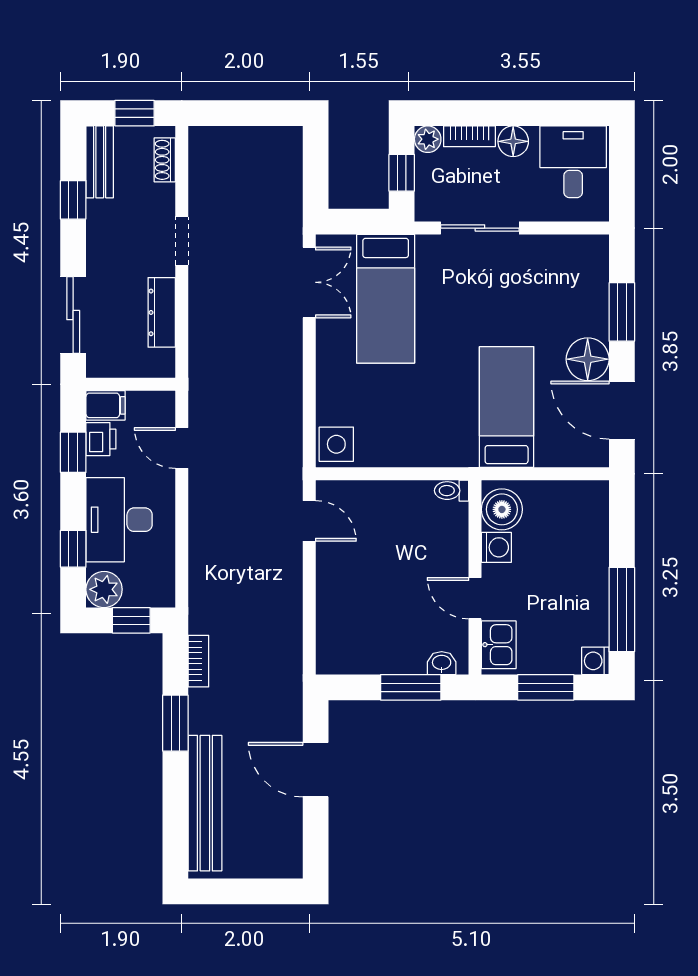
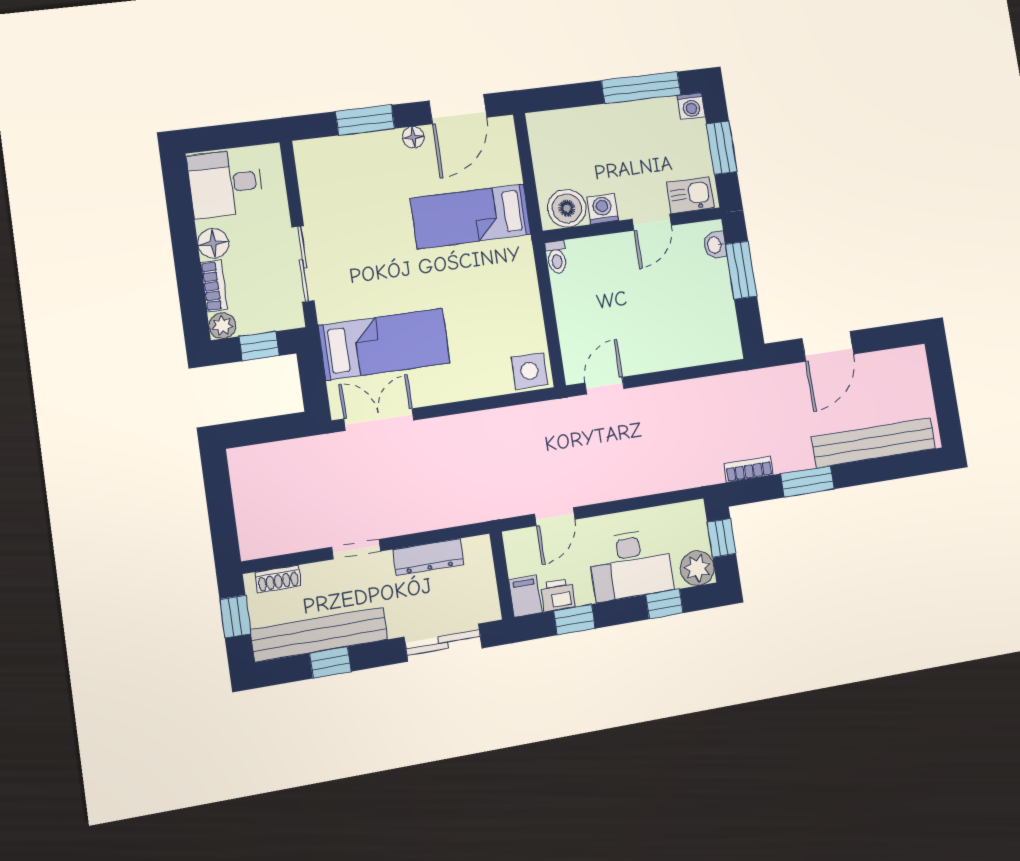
bench: (100, 162) -> (319, 635), width x1.86, depth x1.21
floor lamp: (588, 359) -> (413, 137), width x0.53, depth x0.53

